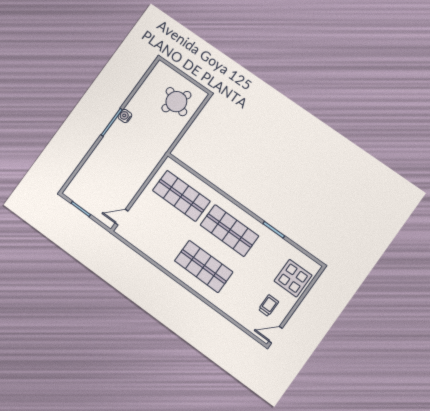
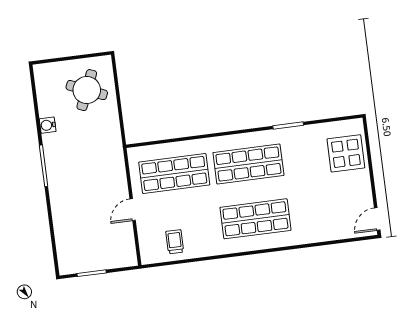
water cooler: (125, 116) -> (48, 125), moved
door: (122, 217) -> (133, 210), moved
trolley: (269, 306) -> (175, 242), moved

